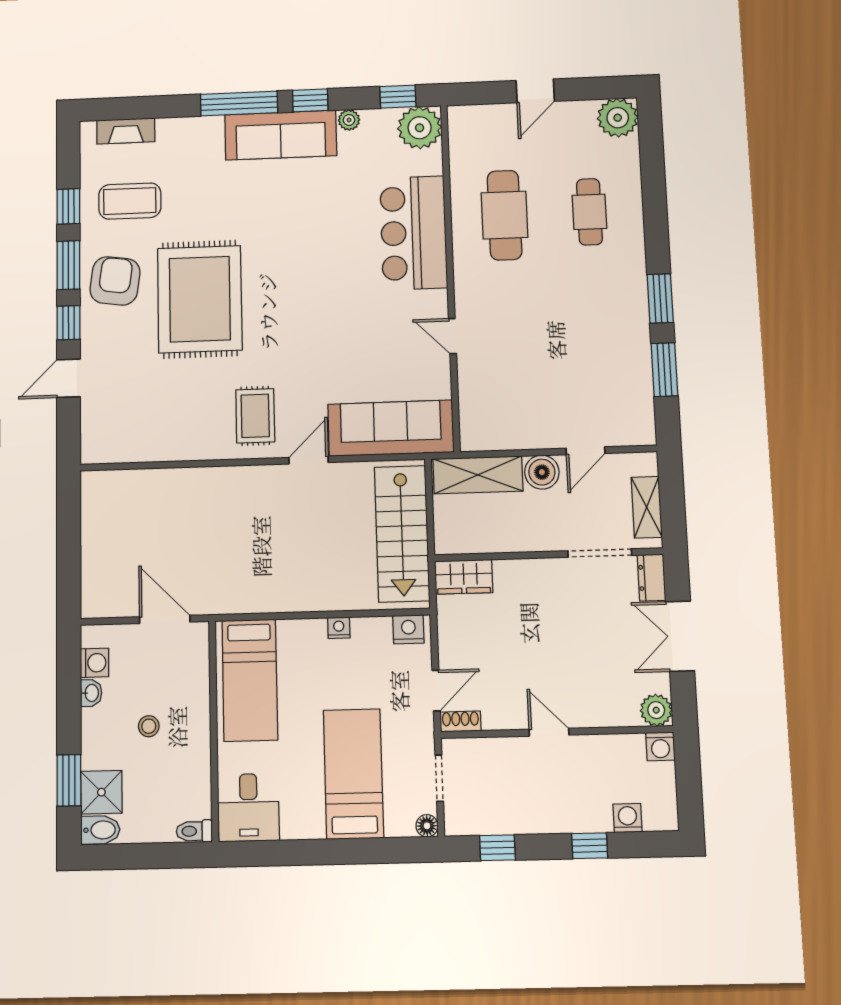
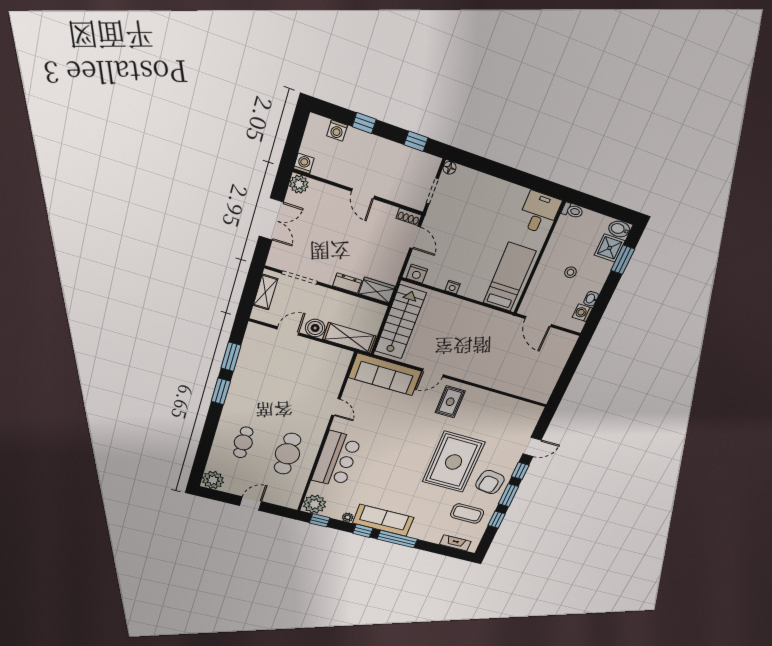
dresser: (651, 578) -> (347, 283), moved, turned -90
door: (436, 691) -> (415, 237), swing flipped
bed: (353, 774) -> (477, 210), removed

